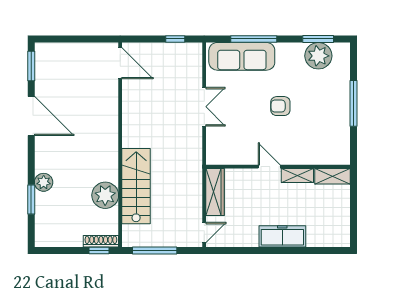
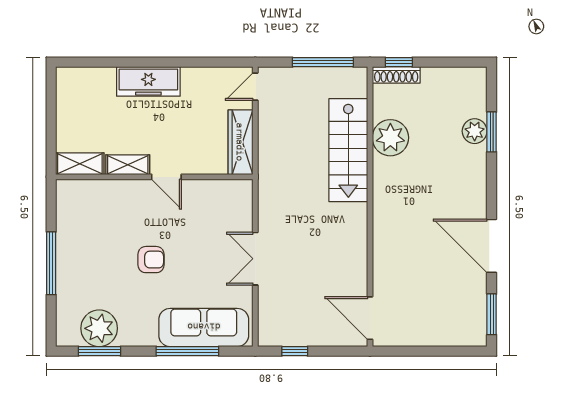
plant: (44, 182) -> (475, 131), moved

